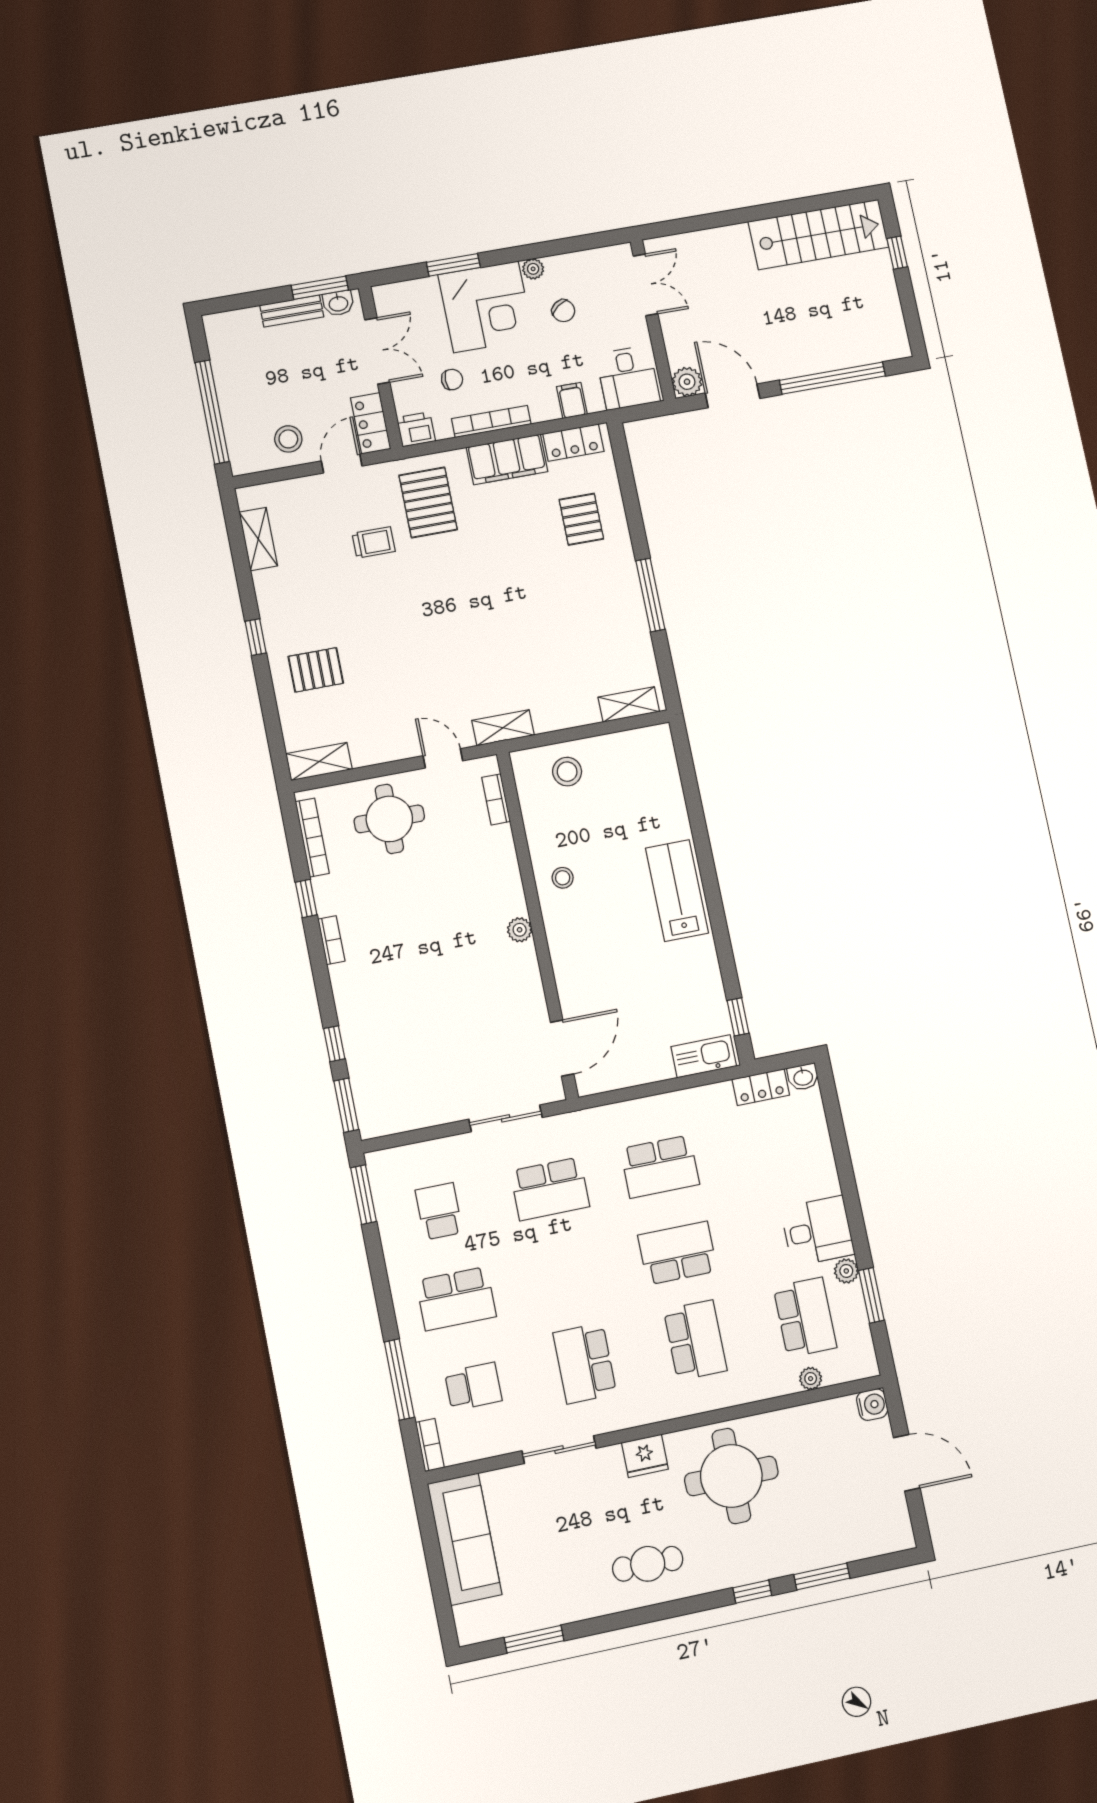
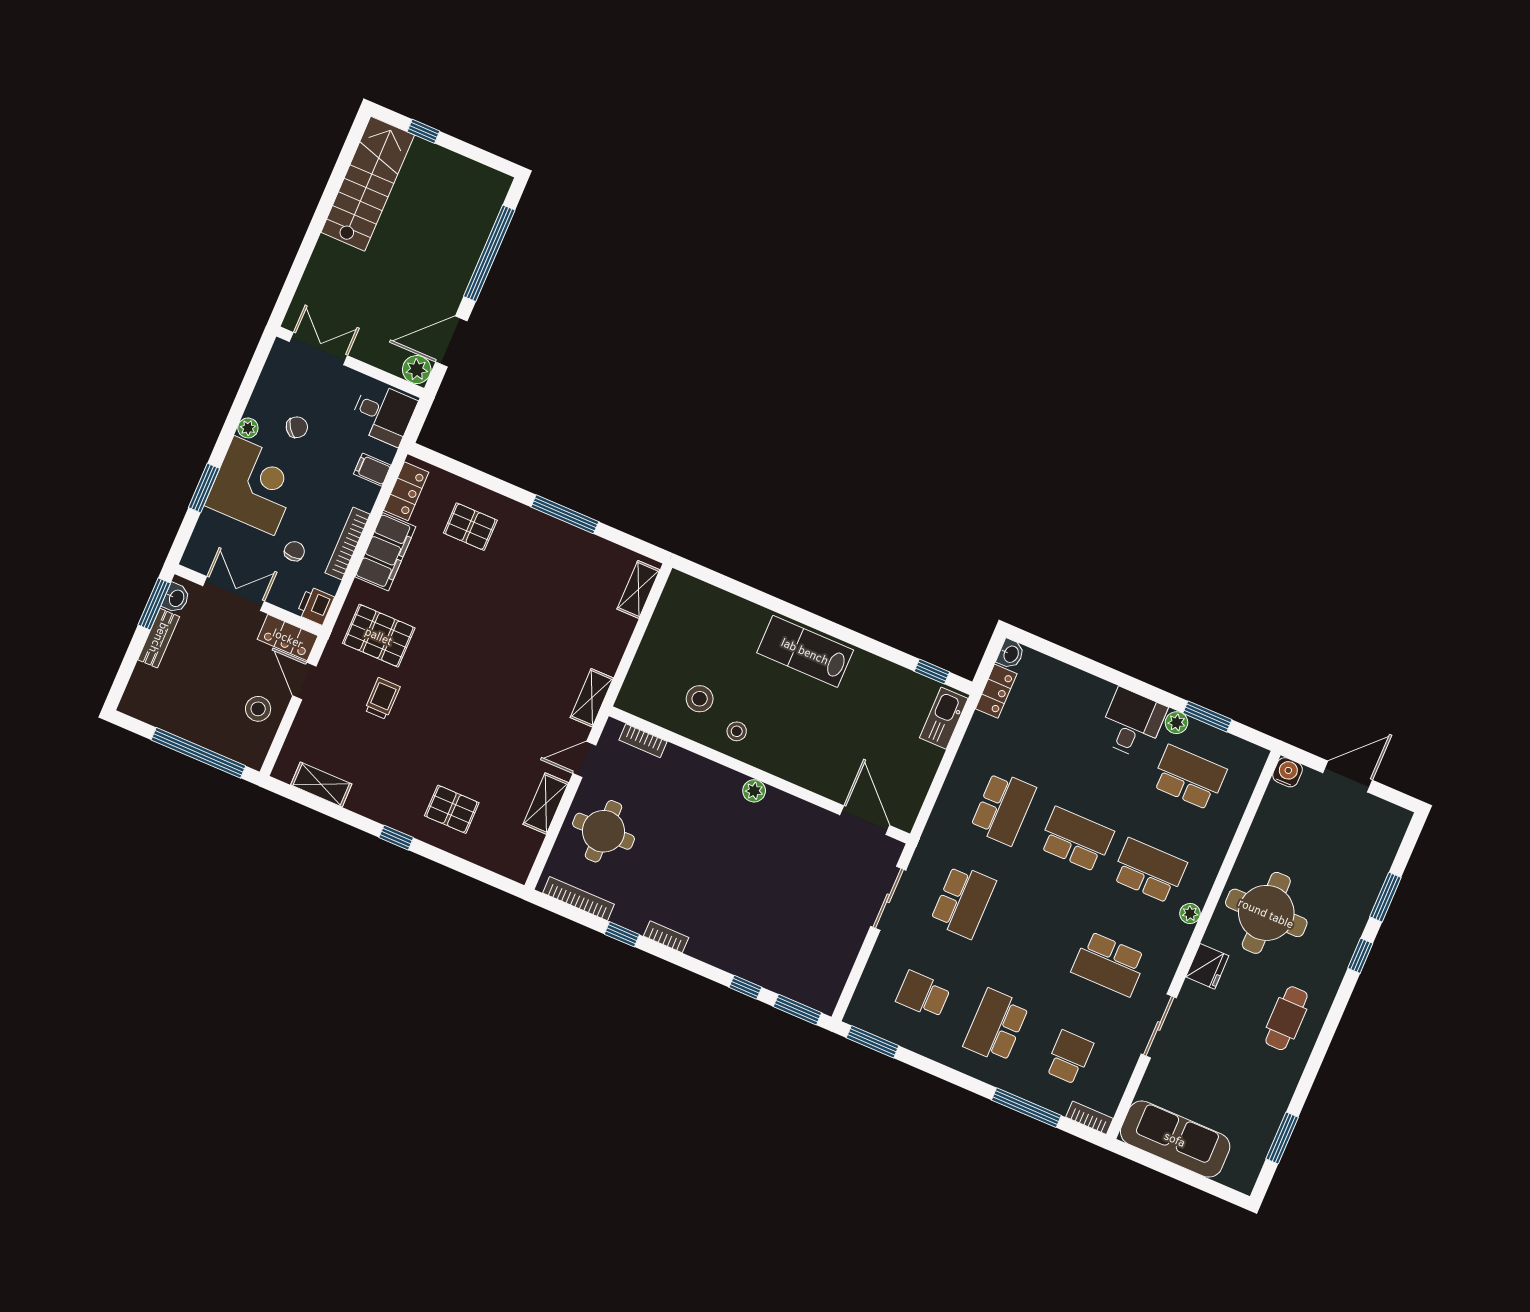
pallet: (316, 670) -> (452, 809), turned 90
shelving: (319, 762) -> (546, 804), moved
stool: (567, 772) -> (700, 699), moved
school desk: (677, 1253) -> (1076, 839), turned 90
school desk: (456, 1299) -> (996, 1026), turned 180
plant: (811, 1379) -> (1190, 914), moved

